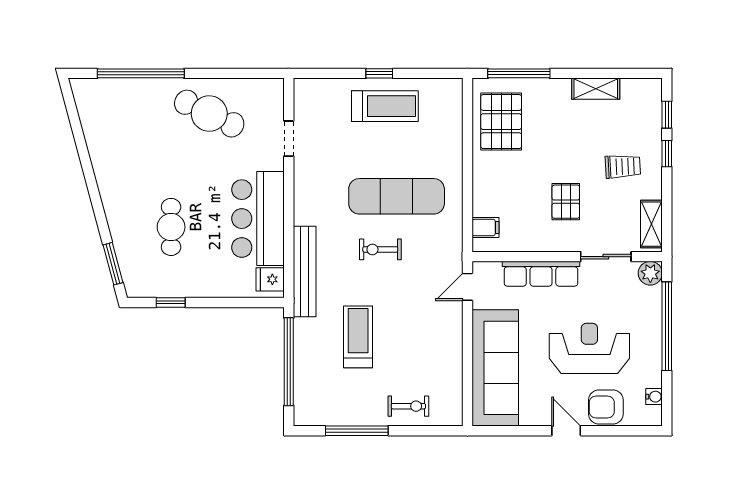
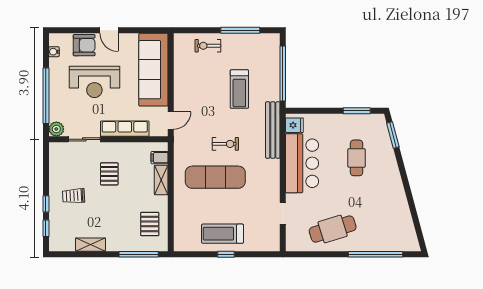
cafe table: (209, 114) -> (333, 229), turned -43
pallet: (501, 122) -> (150, 224), width x0.67, depth x0.71
shelving: (651, 224) -> (161, 180), moved
window: (171, 302) -> (357, 111), width x1.50

